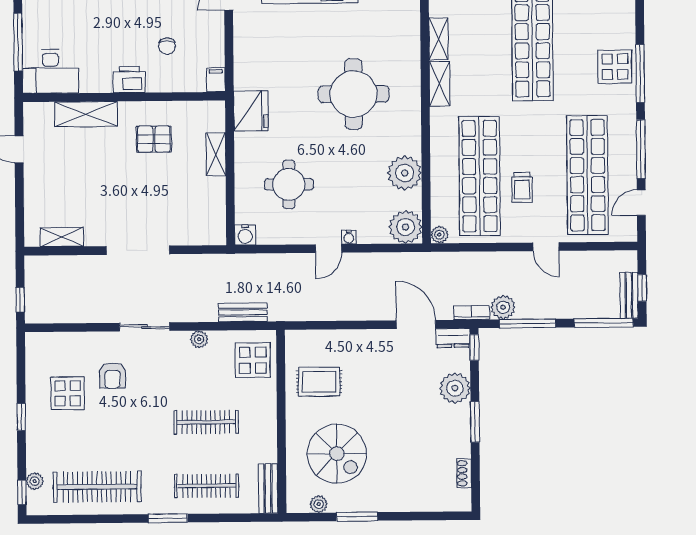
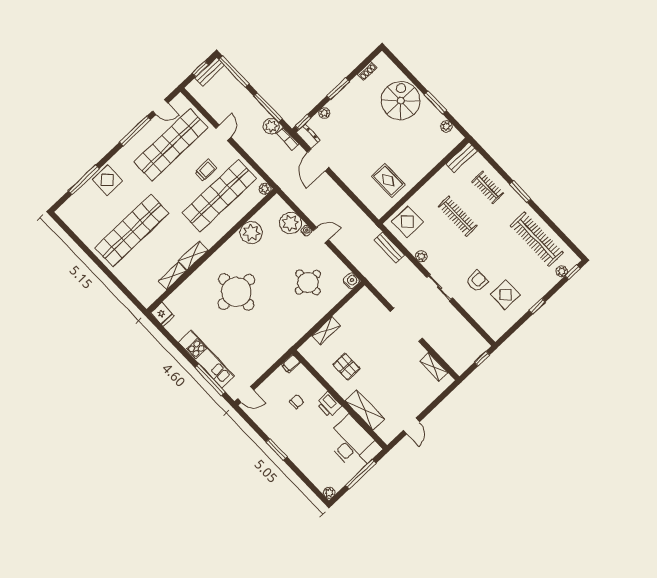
desk: (50, 71) -> (353, 444), width x1.36, depth x1.30
window: (640, 73) -> (84, 180), moved
fridge: (251, 111) -> (290, 333), removed
plant: (406, 227) -> (290, 223), moved
plant: (455, 388) -> (324, 113), width x0.53, depth x0.53
spiral stairs: (337, 454) -> (401, 101), moved
clothes rail: (207, 486) -> (488, 188), width x0.73

